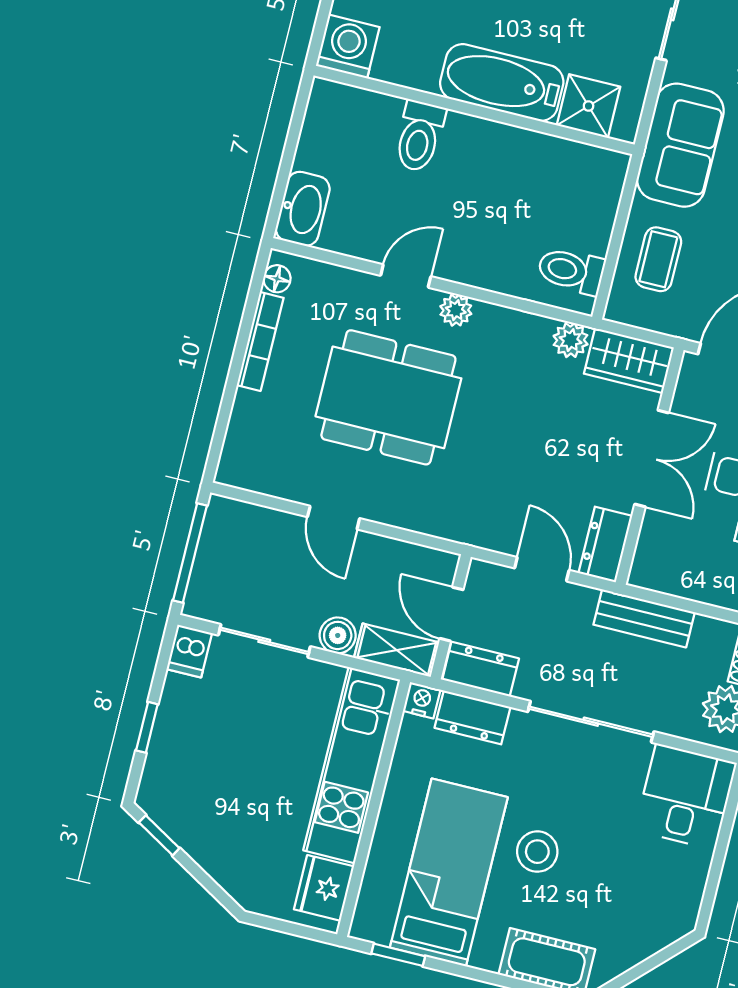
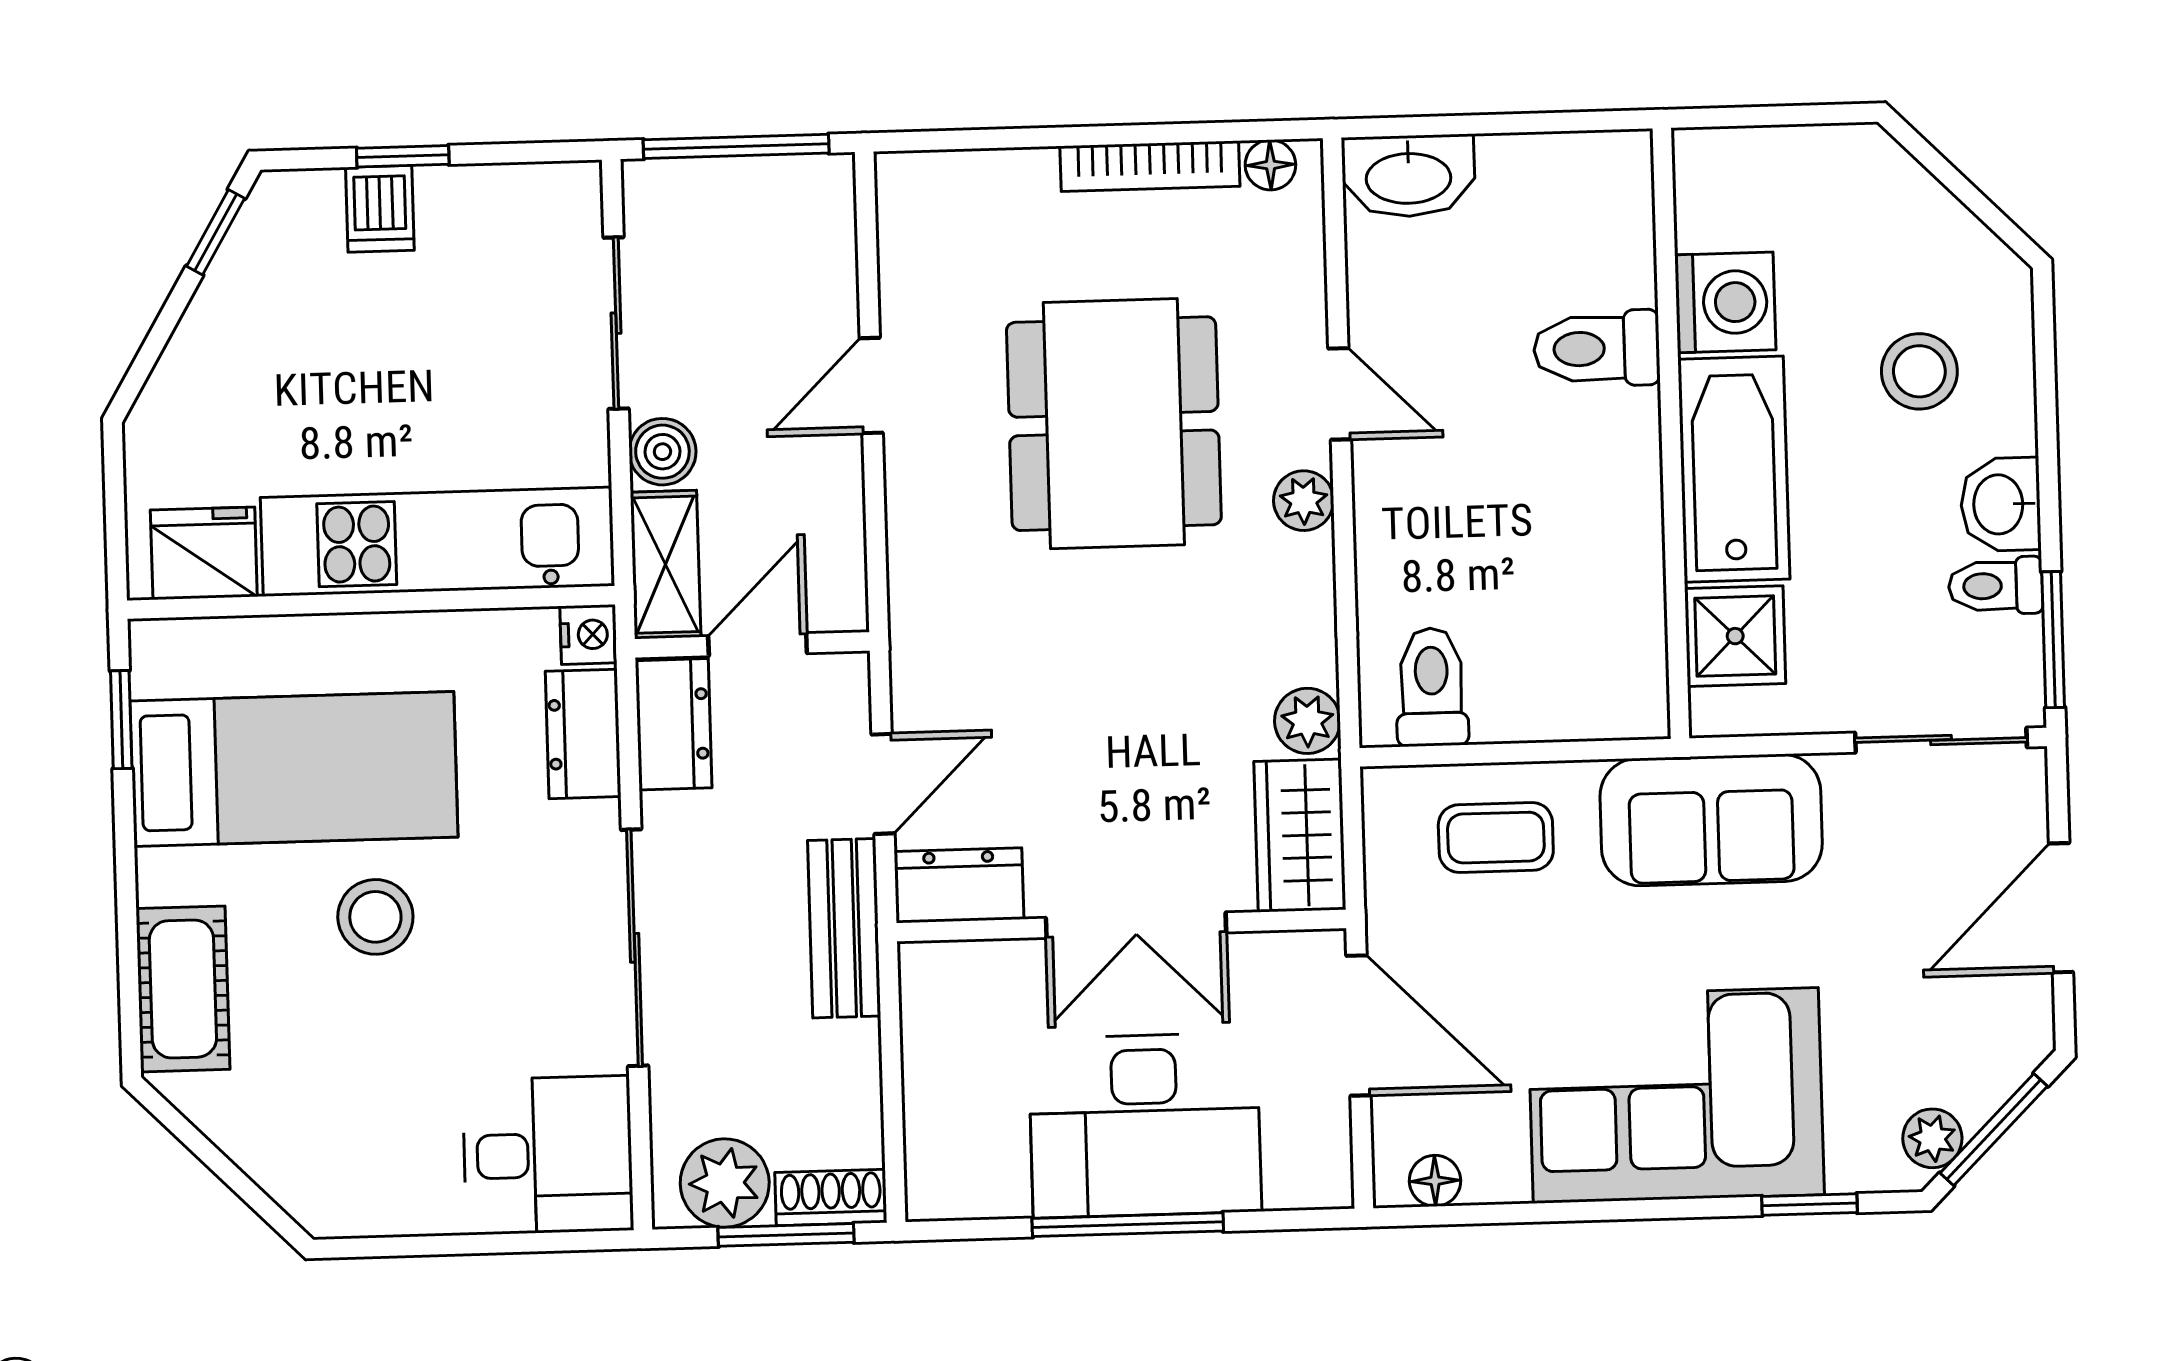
washing machine: (348, 46) -> (1725, 302), moved
bench: (644, 618) -> (844, 928), moved
dishwasher: (189, 651) -> (380, 209), moved, turned -90

